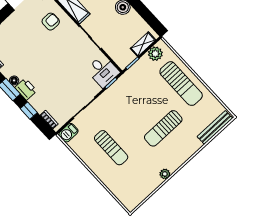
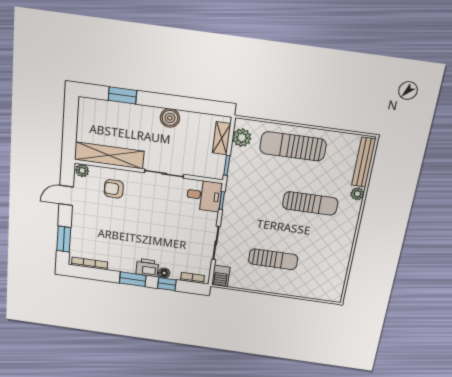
armchair: (51, 22) -> (114, 189), turned -90
floor lamp: (14, 80) -> (164, 273), moved
sun lounger: (181, 84) -> (293, 146), turned 180
sun lounger: (163, 128) -> (310, 203), turned -90
plant: (165, 174) -> (357, 194), moved

